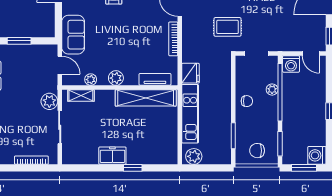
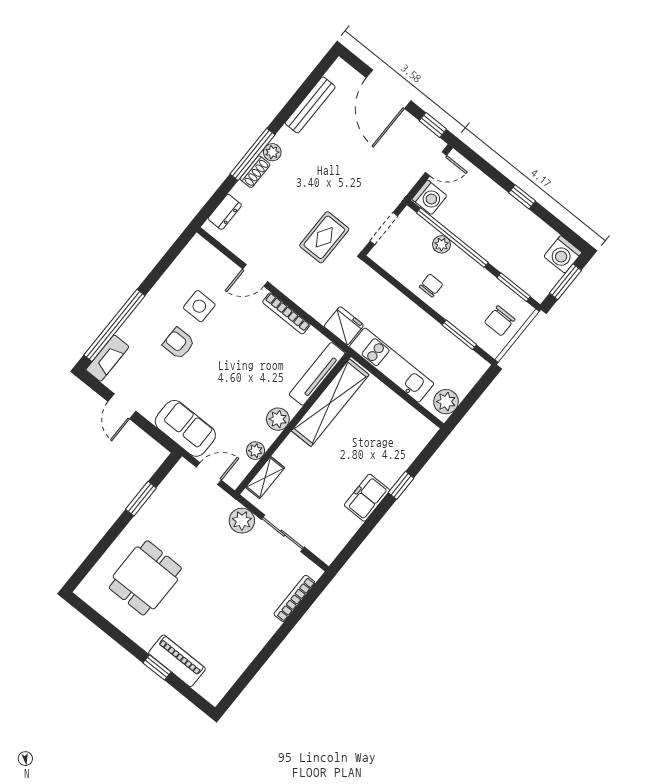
tv unit: (155, 79) -> (317, 374), width x1.41

